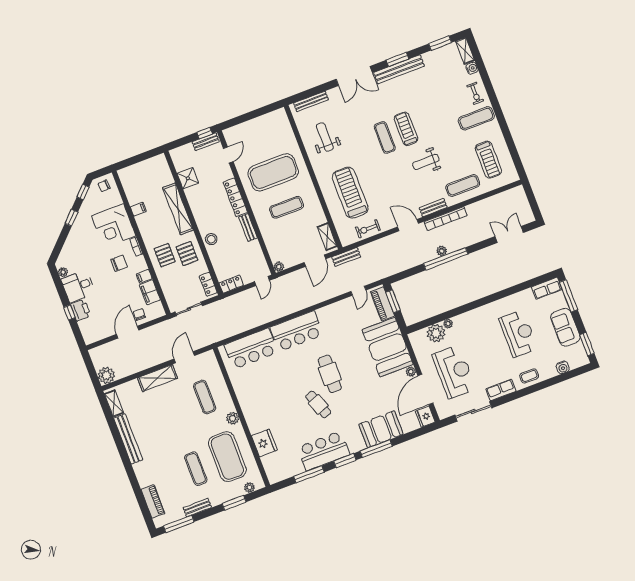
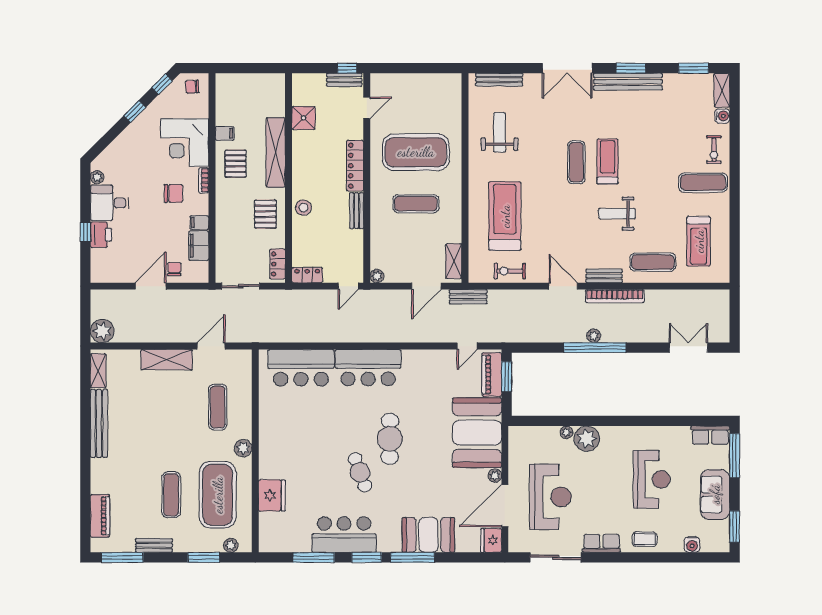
pallet: (165, 255) -> (236, 164), moved
plant: (436, 333) -> (587, 439), moved

